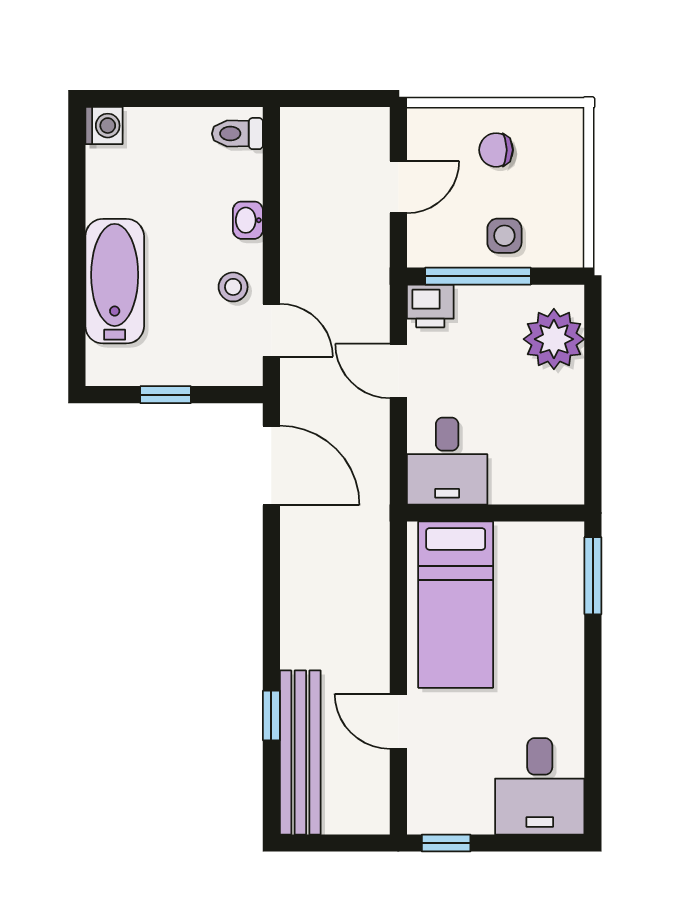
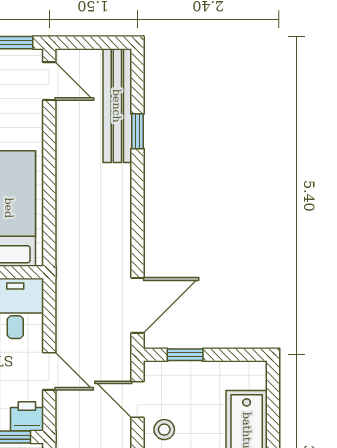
window: (166, 395) -> (185, 355), moved
door: (271, 465) -> (137, 305), swing flipped
door: (398, 721) -> (49, 81), moved

